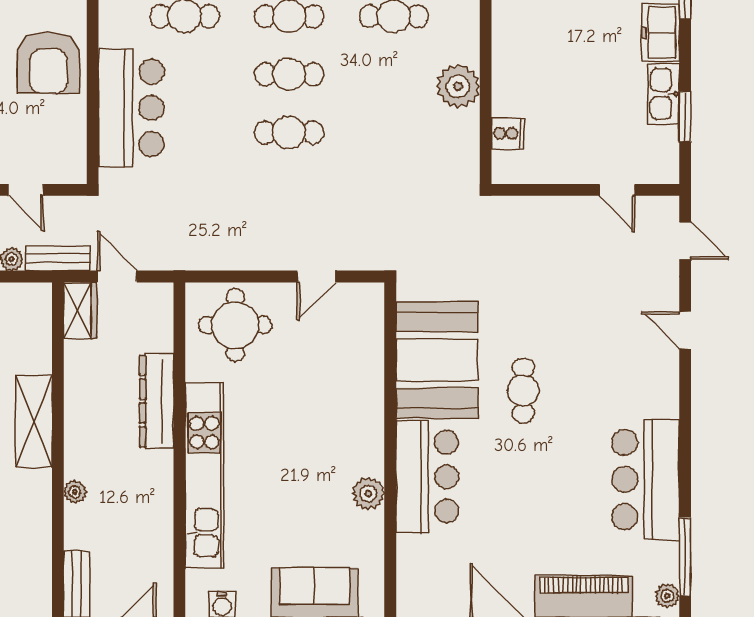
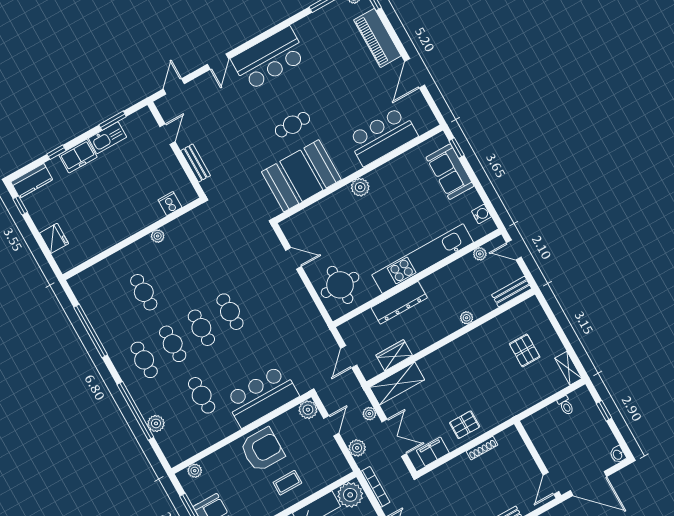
plant: (458, 86) -> (158, 236), width x0.53, depth x0.53
plant: (71, 168) -> (308, 410), added
bench: (58, 258) -> (196, 163), moved
wardrobe: (80, 310) -> (394, 355), moved
shelving: (34, 421) -> (397, 383), moved
bar counter: (427, 477) -> (383, 136), moved
bar counter: (646, 479) -> (269, 59), moved
plant: (368, 494) -> (360, 187), moved
plant: (162, 567) -> (480, 254), added

